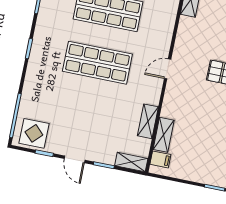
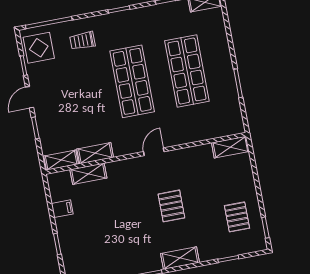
door: (168, 69) -> (154, 152), hinge flipped
trolley: (43, 92) -> (82, 41), added
filing cabinet: (160, 159) -> (62, 209), moved, turned -90
shelving: (131, 162) -> (61, 160), moved, turned 90

